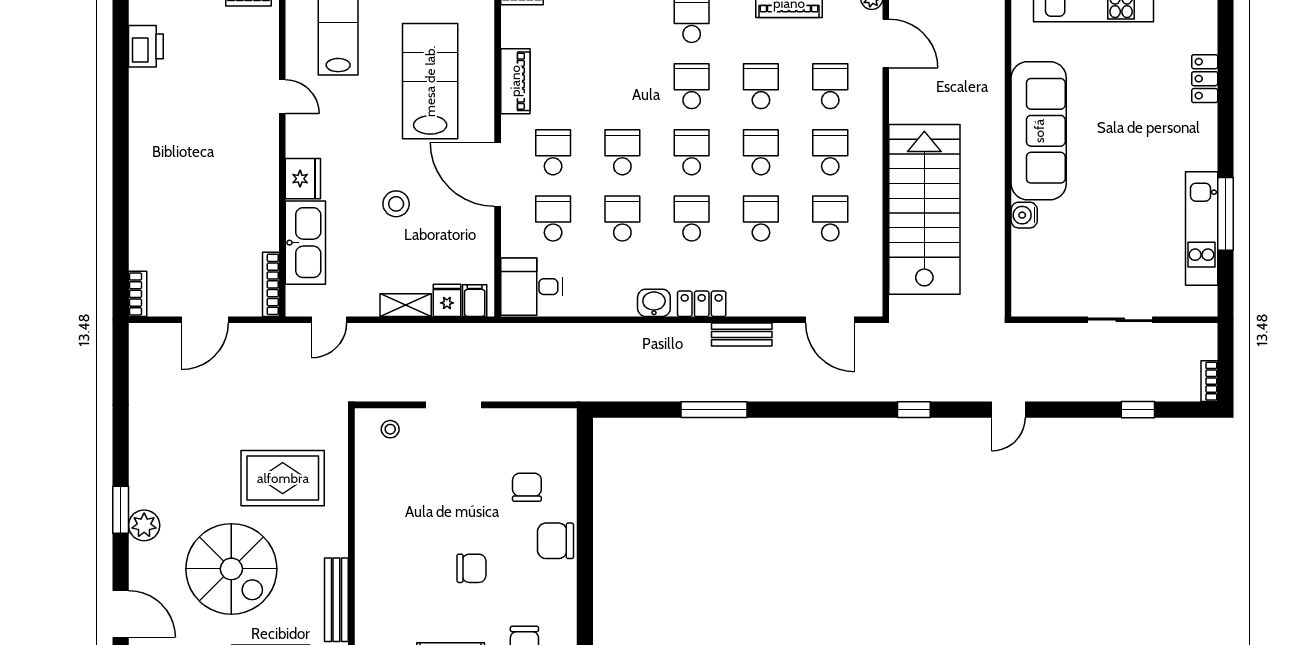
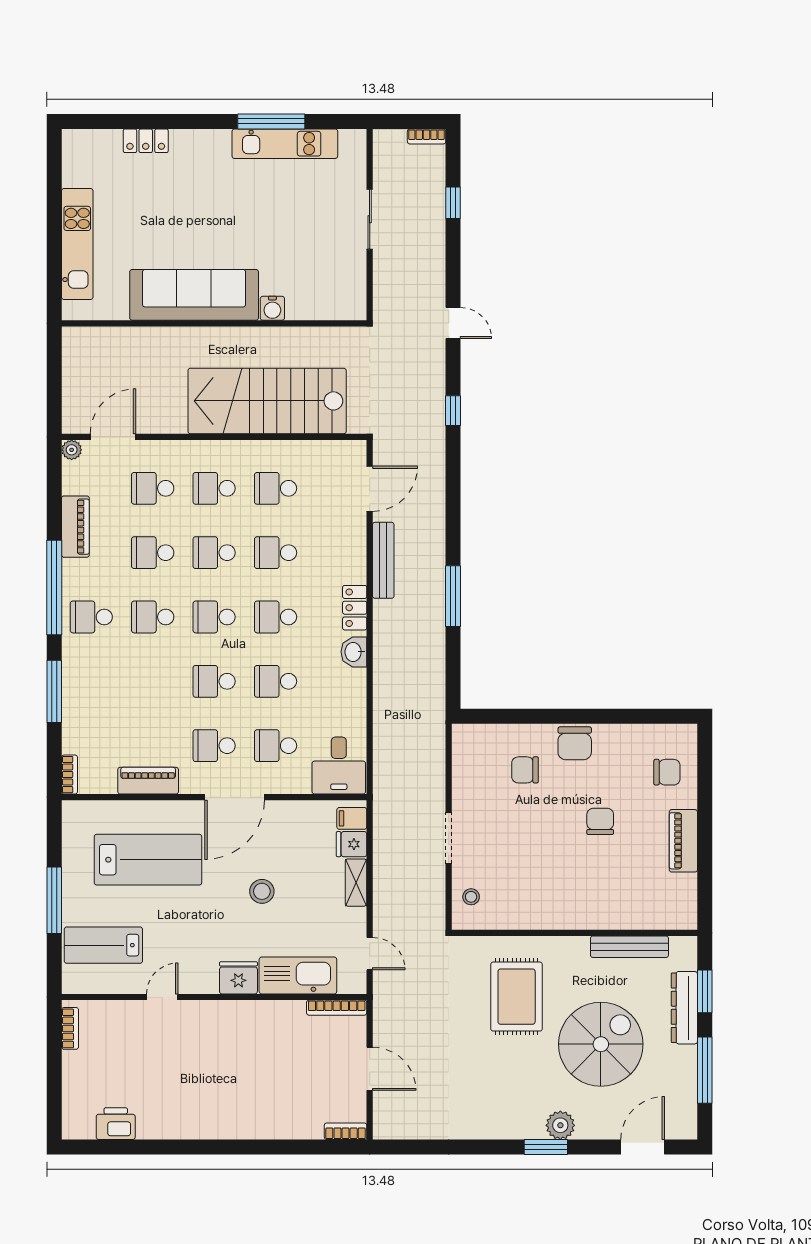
lab bench: (430, 81) -> (148, 860), turned 180
bench: (742, 335) -> (383, 560), width x1.36

